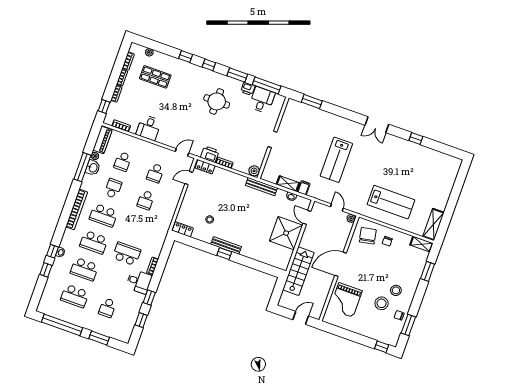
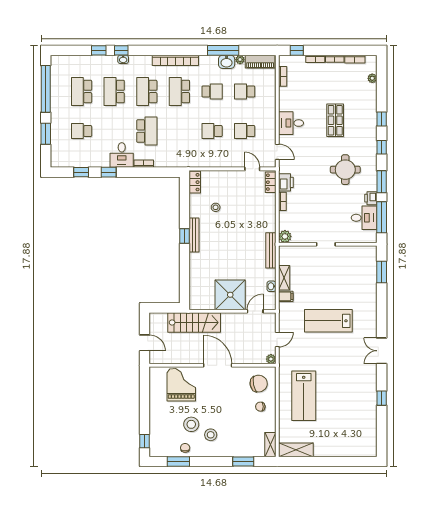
shop shelf: (155, 77) -> (335, 120), moved
desk: (149, 128) -> (291, 123), moved
grand piano: (346, 300) -> (181, 385), turned 90

